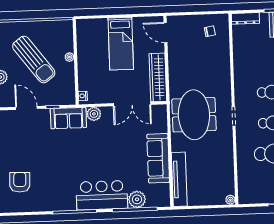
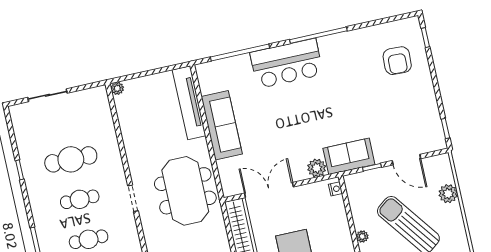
plant: (137, 199) -> (240, 66), removed

